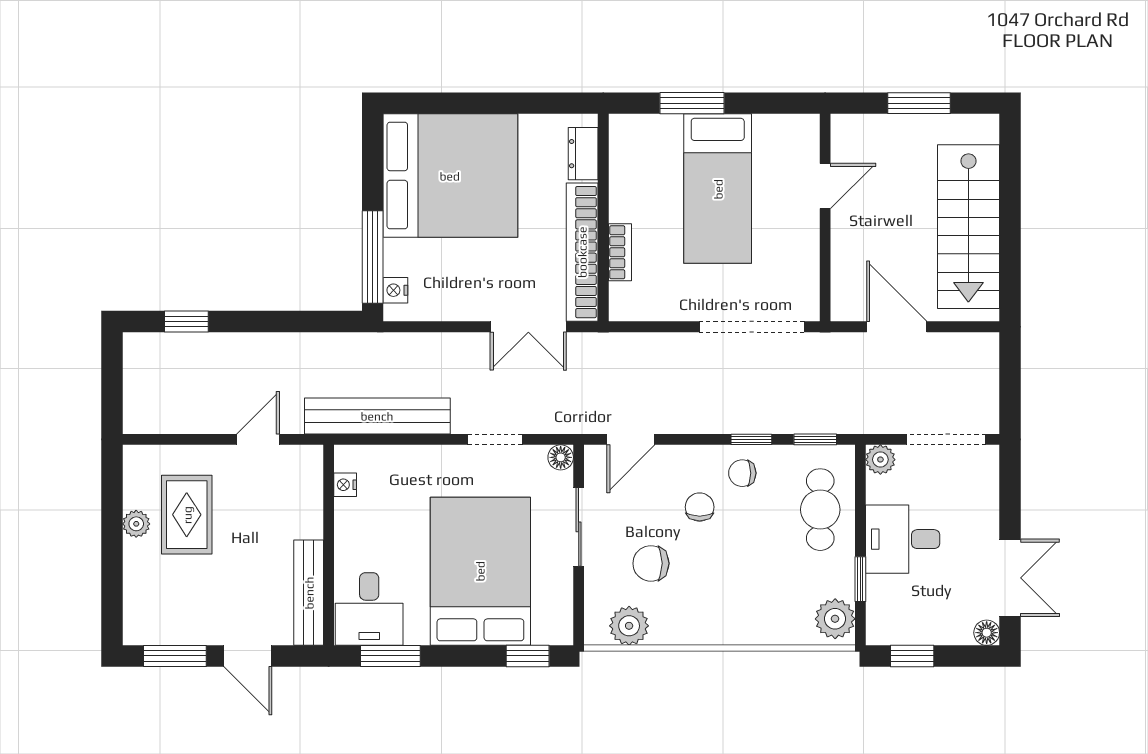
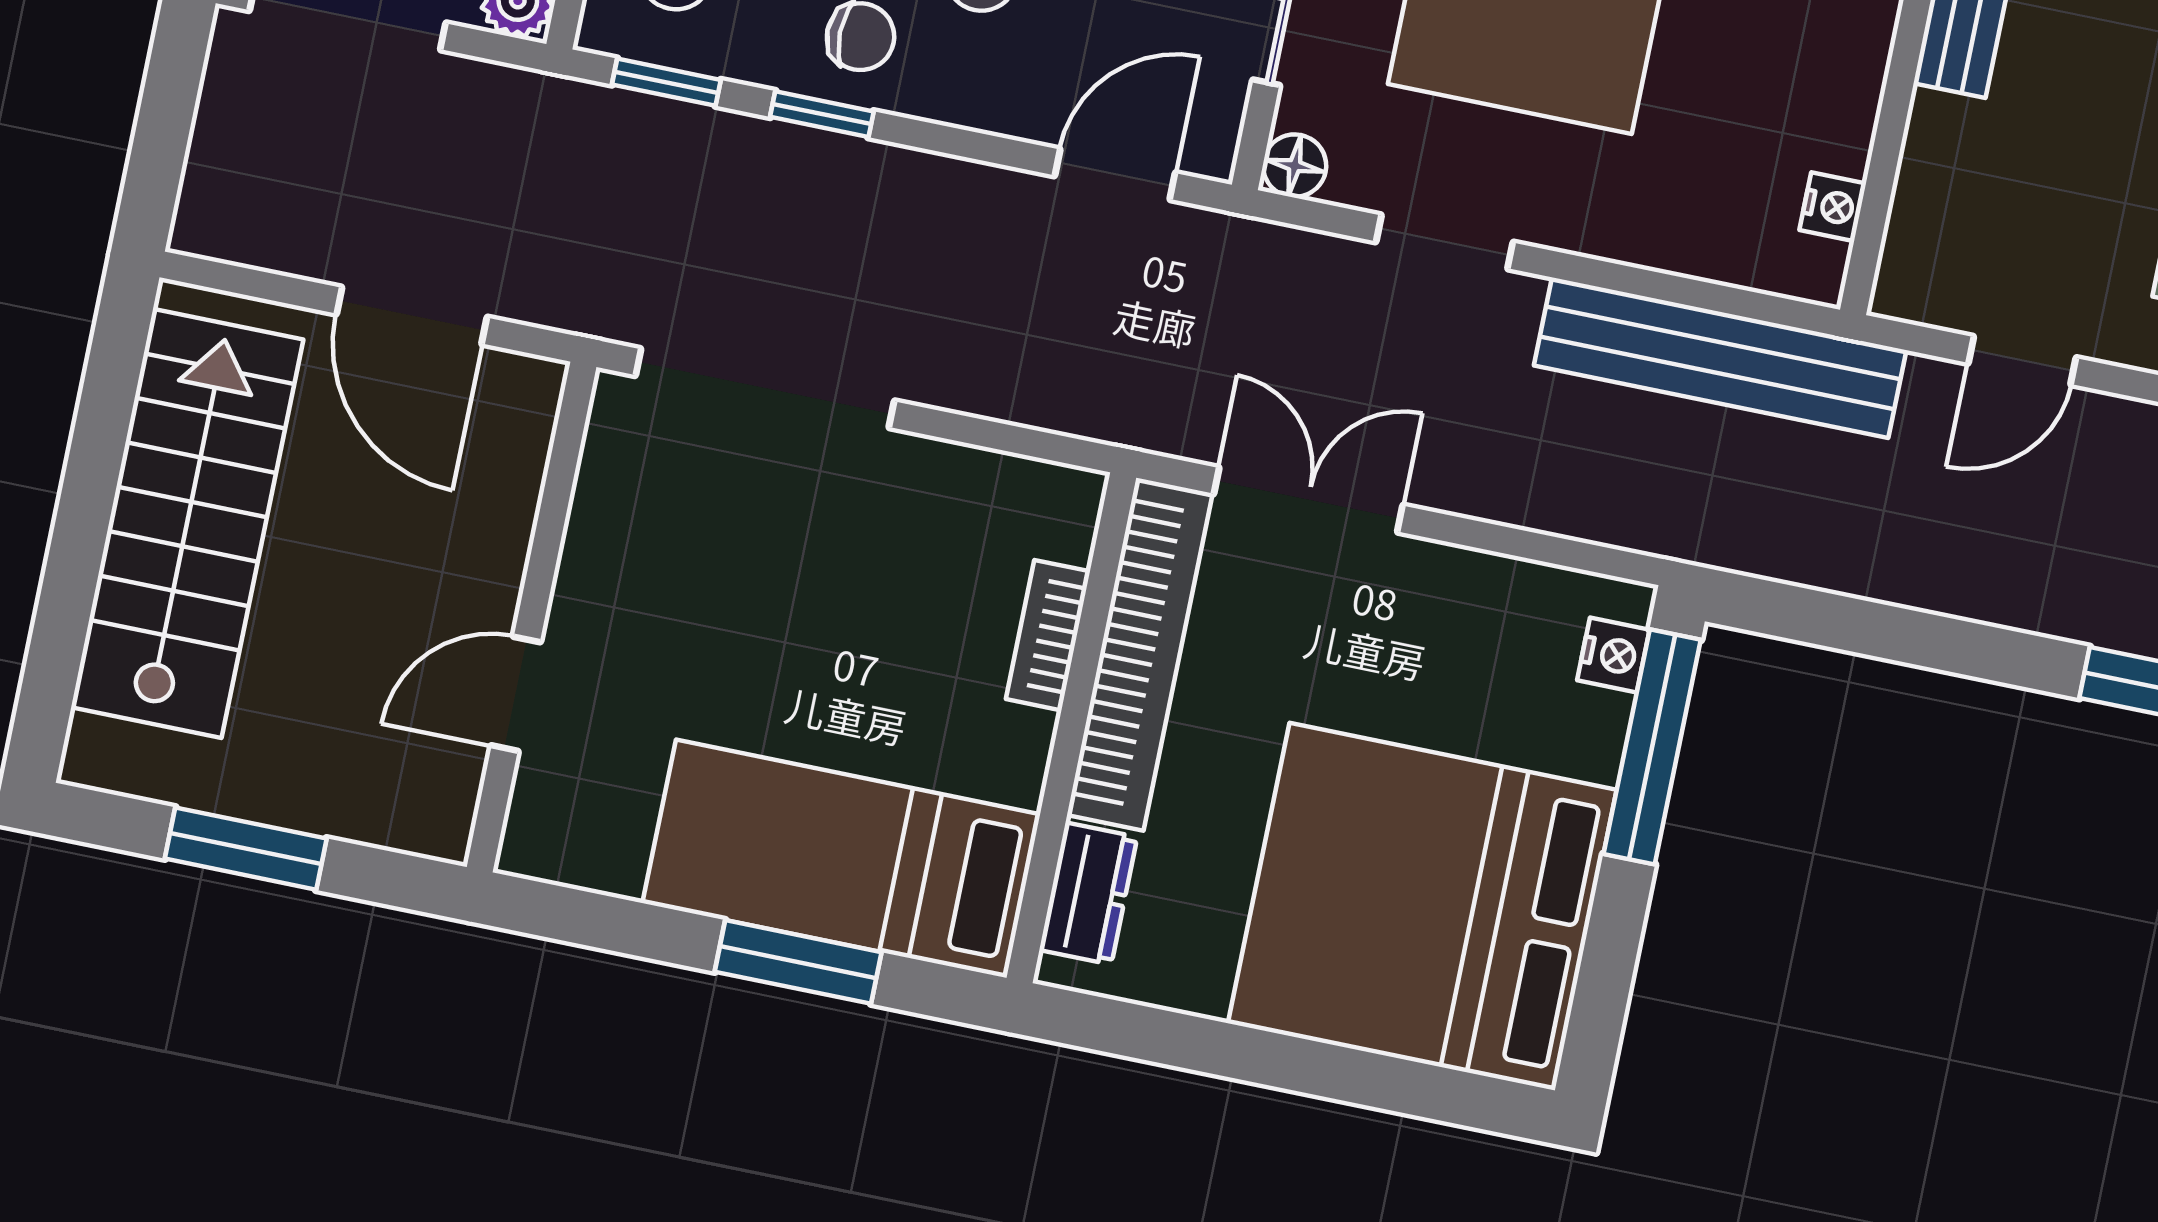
bed: (718, 189) -> (841, 859), moved, turned -90

